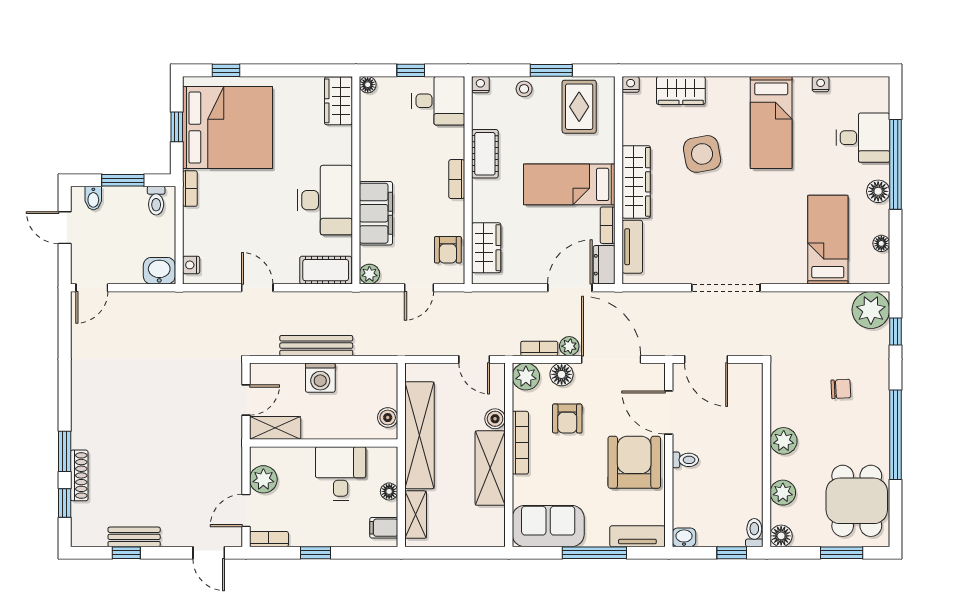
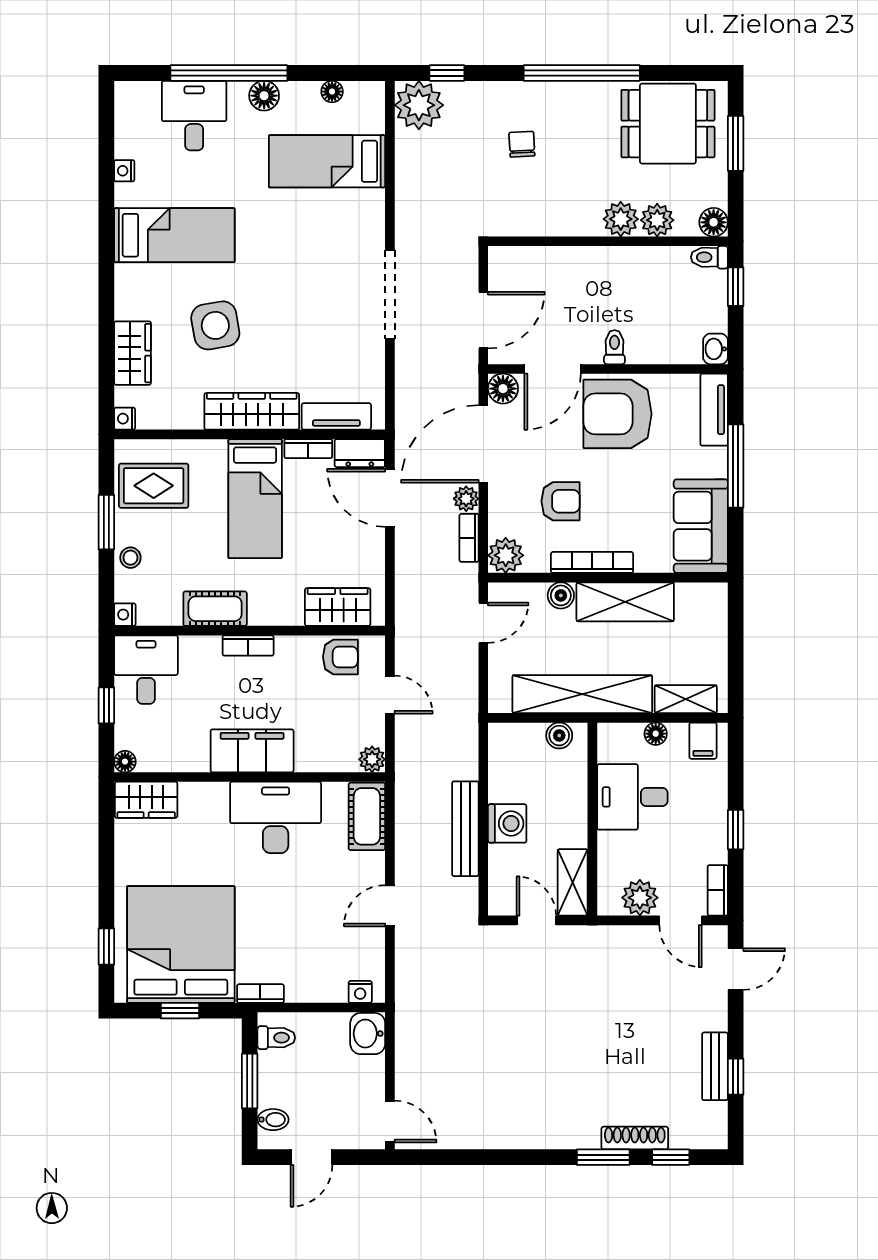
filing cabinet: (376, 213) -> (252, 751), moved
floor lamp: (562, 374) -> (503, 389), moved
plant: (784, 441) -> (621, 219), moved

